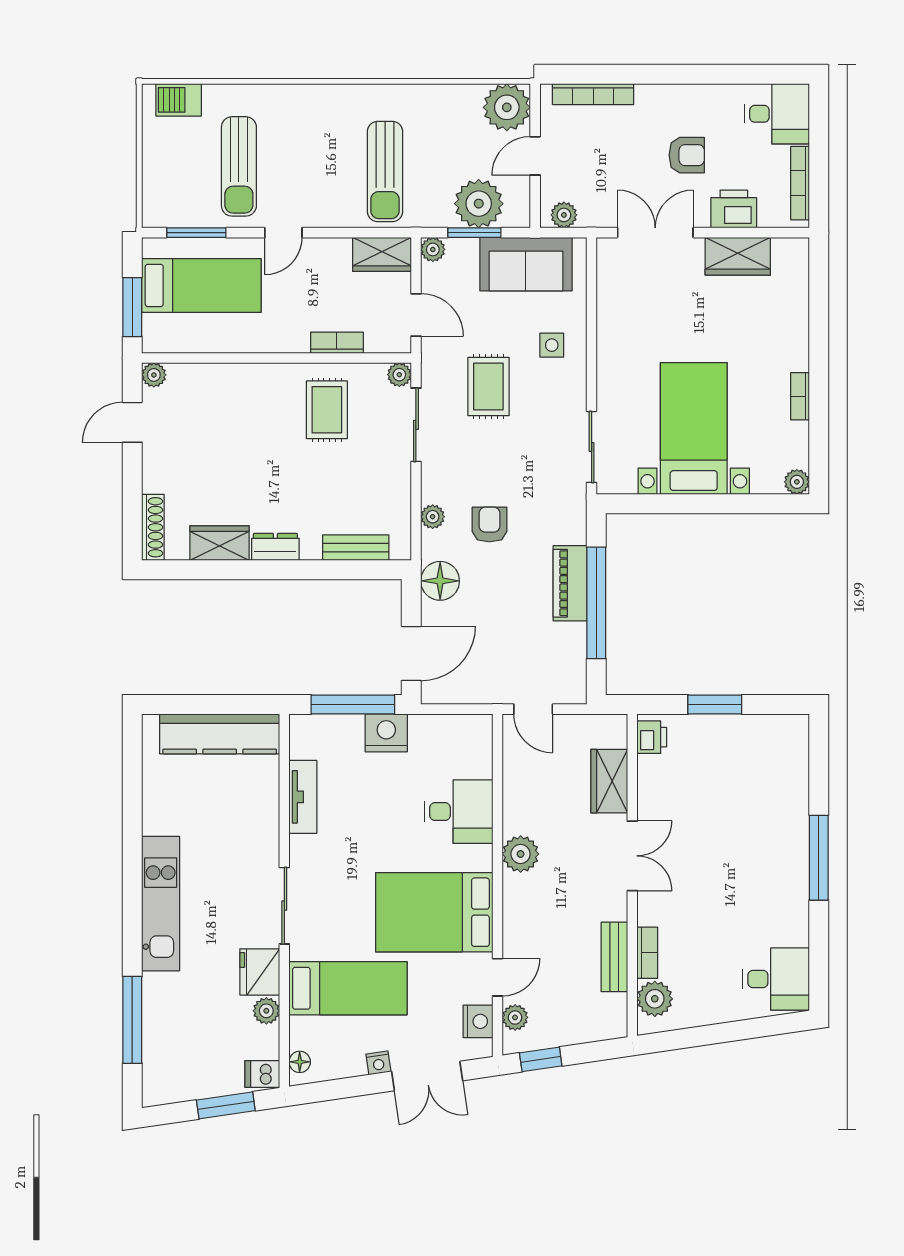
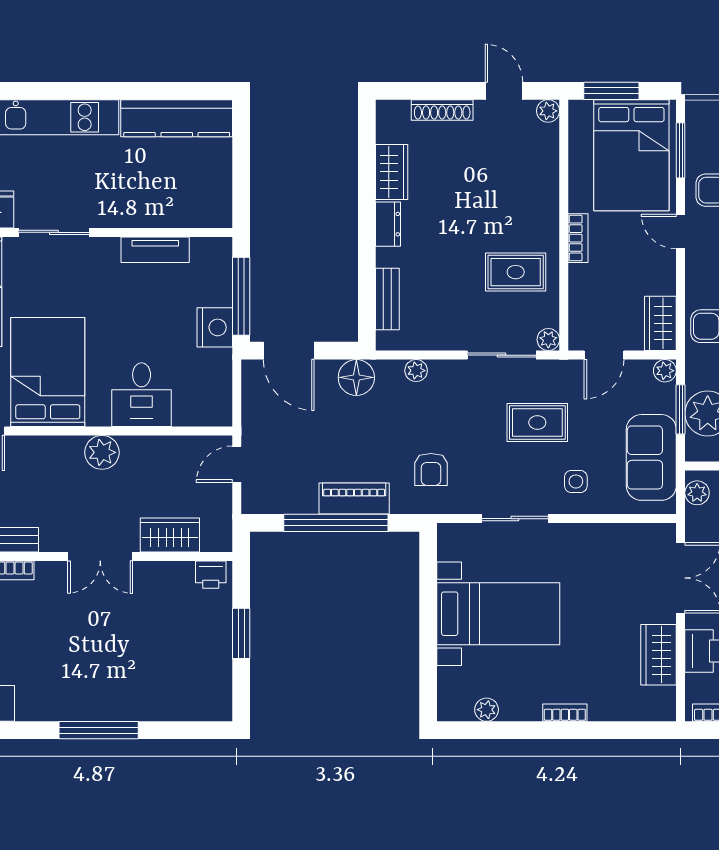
bed: (201, 285) -> (631, 155), width x1.50
bookcase: (337, 343) -> (578, 238), moved
bookcase: (800, 396) -> (565, 713), moved
sliding door: (592, 447) -> (515, 519), moved
plant: (797, 482) -> (487, 710), moved
armchair: (489, 524) -> (431, 469), moved, turned 90
shoe rack: (153, 527) -> (442, 110), moved
kitchen counter: (220, 734) -> (177, 118), moved, turned -90

